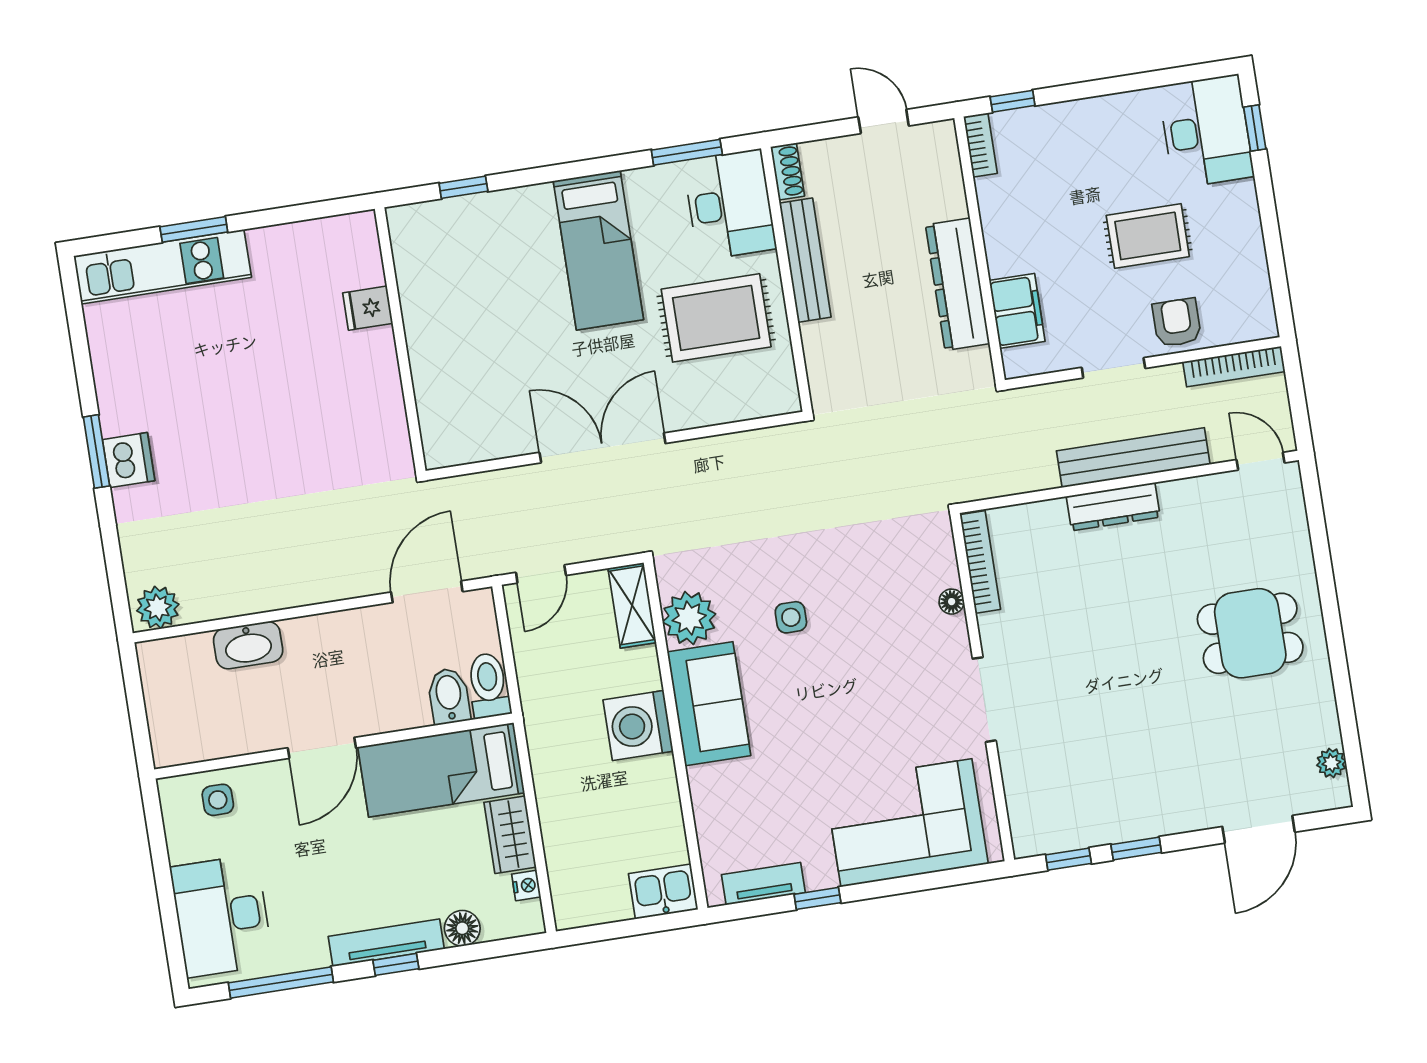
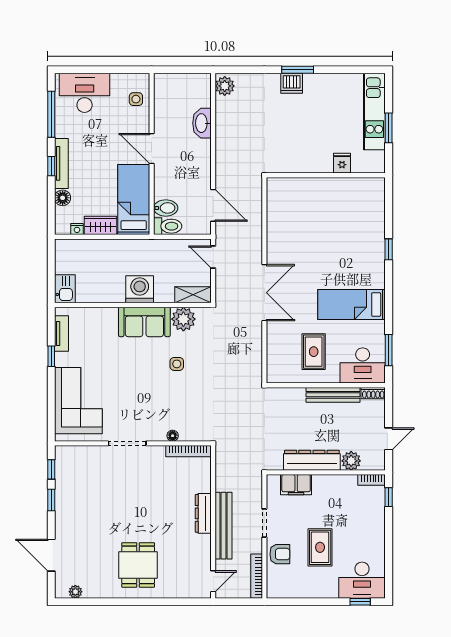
plant: (945, 197) -> (351, 461), added
fridge: (368, 308) -> (342, 163), moved
rug: (716, 318) -> (314, 352), width x0.73, depth x0.70
wall: (400, 340) -> (326, 175), moved

